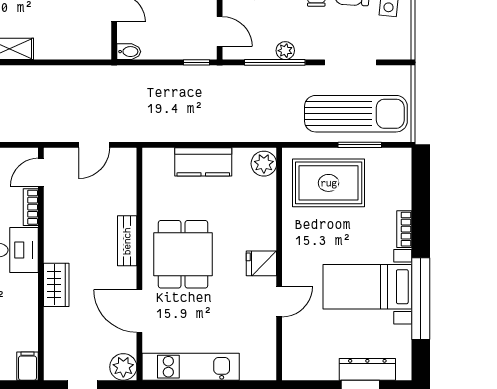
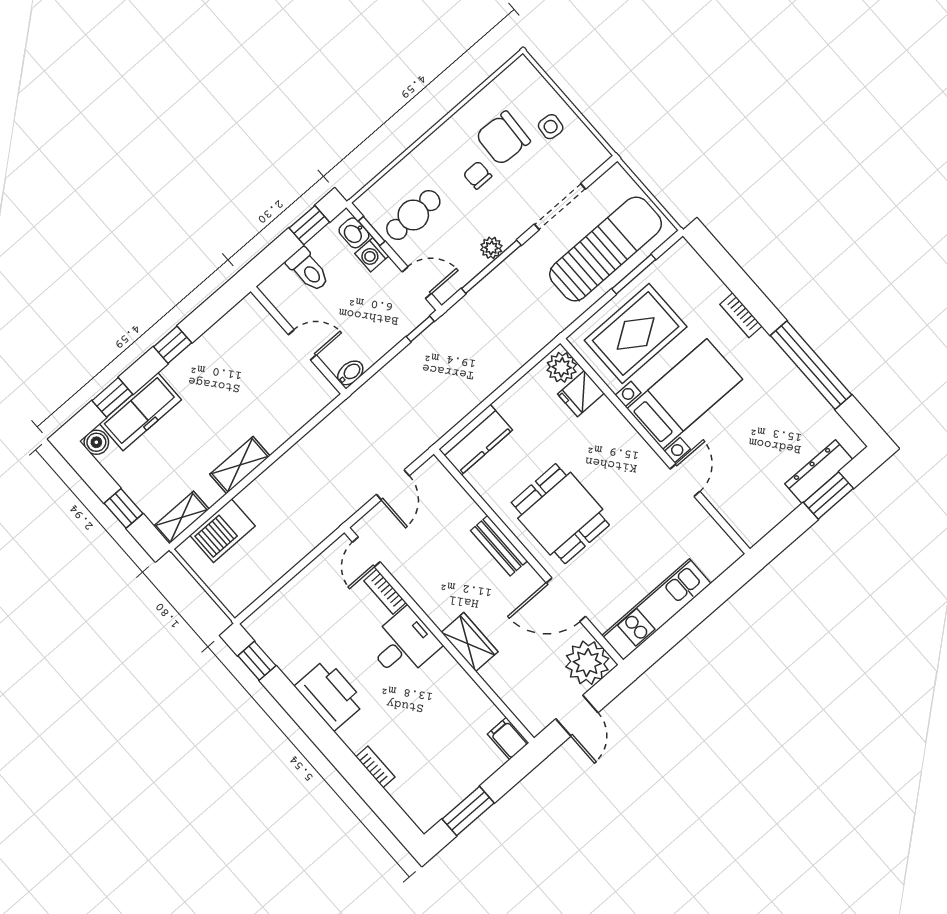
kitchen counter: (203, 162) -> (476, 440), moved
fridge: (261, 263) -> (581, 394), moved
bed with nightstands: (367, 287) -> (685, 394), moved, turned 180
plant: (123, 367) -> (587, 663), width x1.36, depth x1.36

